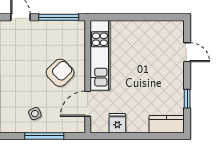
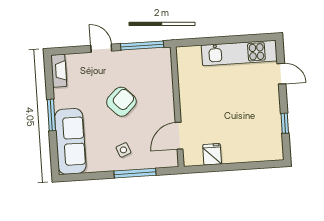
kitchen unit: (100, 55) -> (239, 53), moved, turned 90
armchair: (60, 73) -> (121, 102), moved
kitchen counter: (167, 124) -> (265, 152), removed

